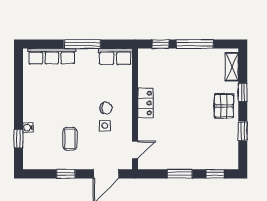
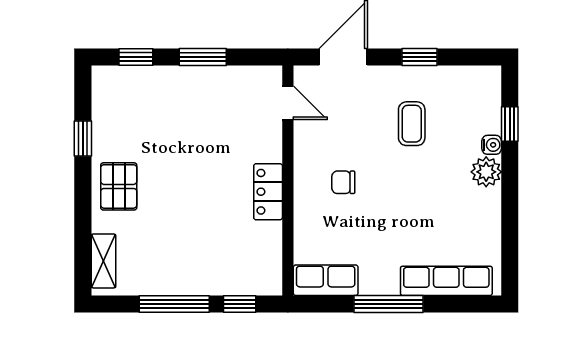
window: (243, 92) -> (83, 212), removed
plant: (31, 114) -> (486, 172), added
side table: (105, 126) -> (346, 149), removed
door: (135, 150) -> (288, 103), swing flipped

